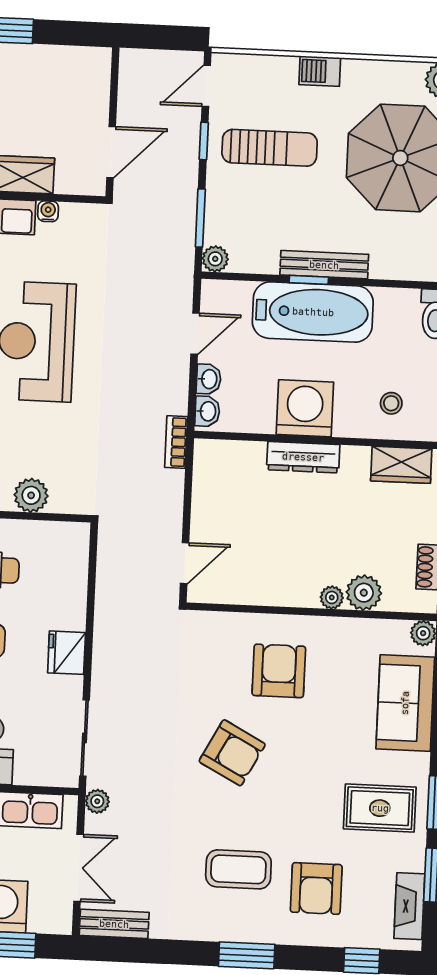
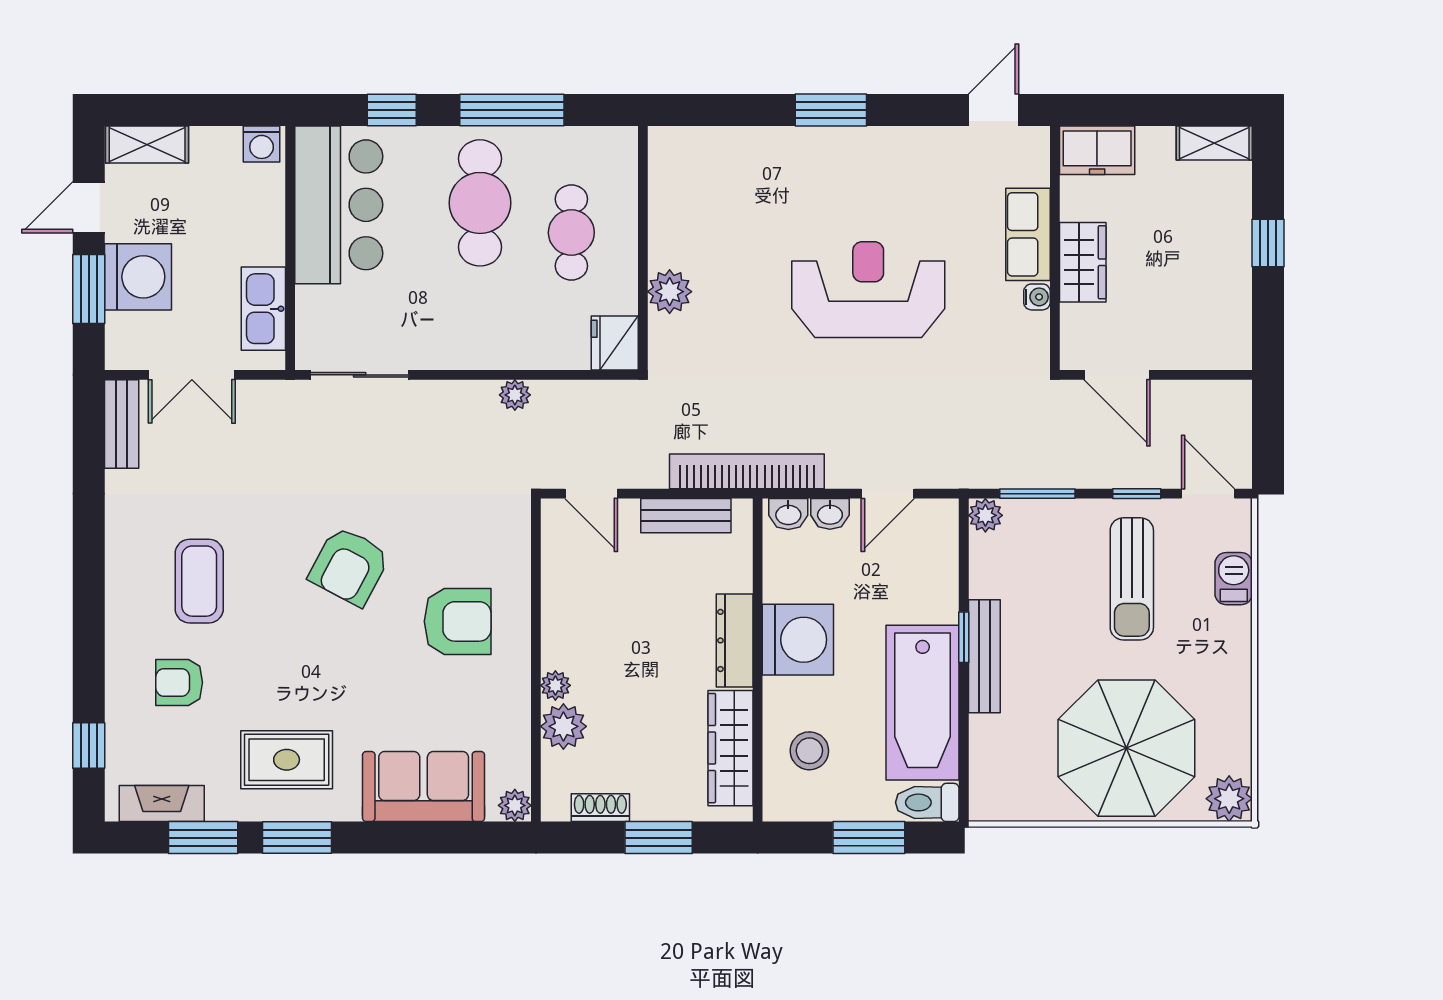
barbecue: (320, 71) -> (1234, 579), moved
bathtub: (313, 312) -> (923, 703), moved
door: (195, 334) -> (888, 494), hinge flipped
stool: (391, 403) -> (809, 751), width x1.37, depth x1.37
bookcase: (176, 442) -> (747, 471), width x2.31, depth x1.31
wardrobe: (401, 465) -> (731, 748), width x1.50
bench: (205, 491) -> (686, 516), added
fridge: (67, 653) -> (615, 343), moved, turned -90
plant: (97, 801) -> (515, 395), moved
rug: (380, 808) -> (287, 760), turned 90
armchair: (316, 888) -> (179, 682), width x0.72, depth x0.72
window: (247, 955) -> (89, 597), removed

